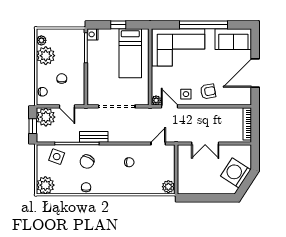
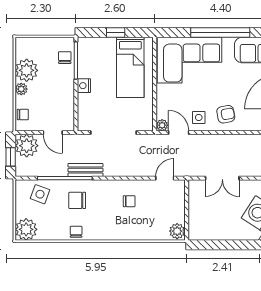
nightstand: (92, 34) -> (84, 86), moved
plant: (41, 40) -> (21, 89), moved
chair: (62, 78) -> (65, 58), moved
chair: (87, 162) -> (77, 200), turned 62

